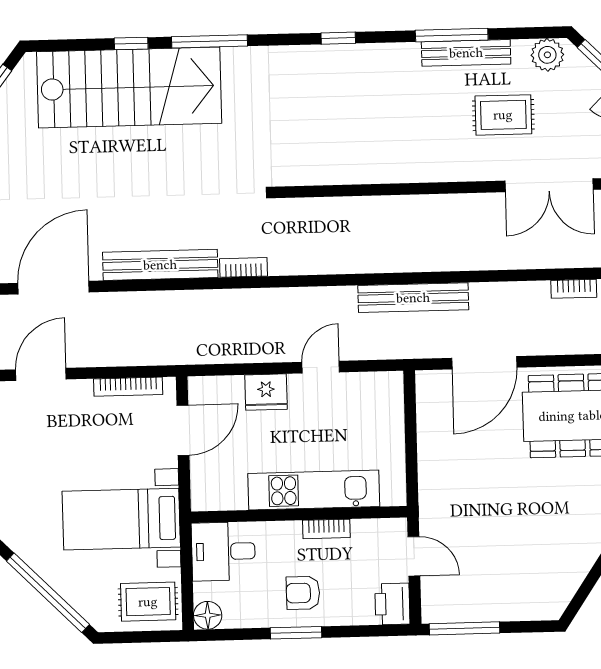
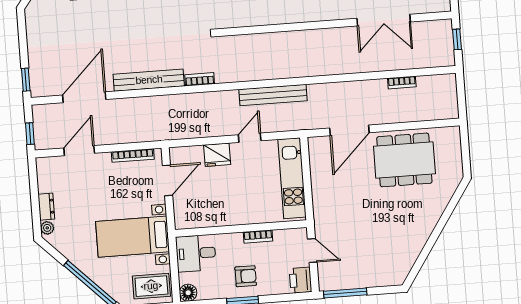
bench: (413, 298) -> (273, 95), moved
kitchen unit: (314, 490) -> (292, 178), moved, turned -90
armchair: (303, 593) -> (246, 276), turned 180

